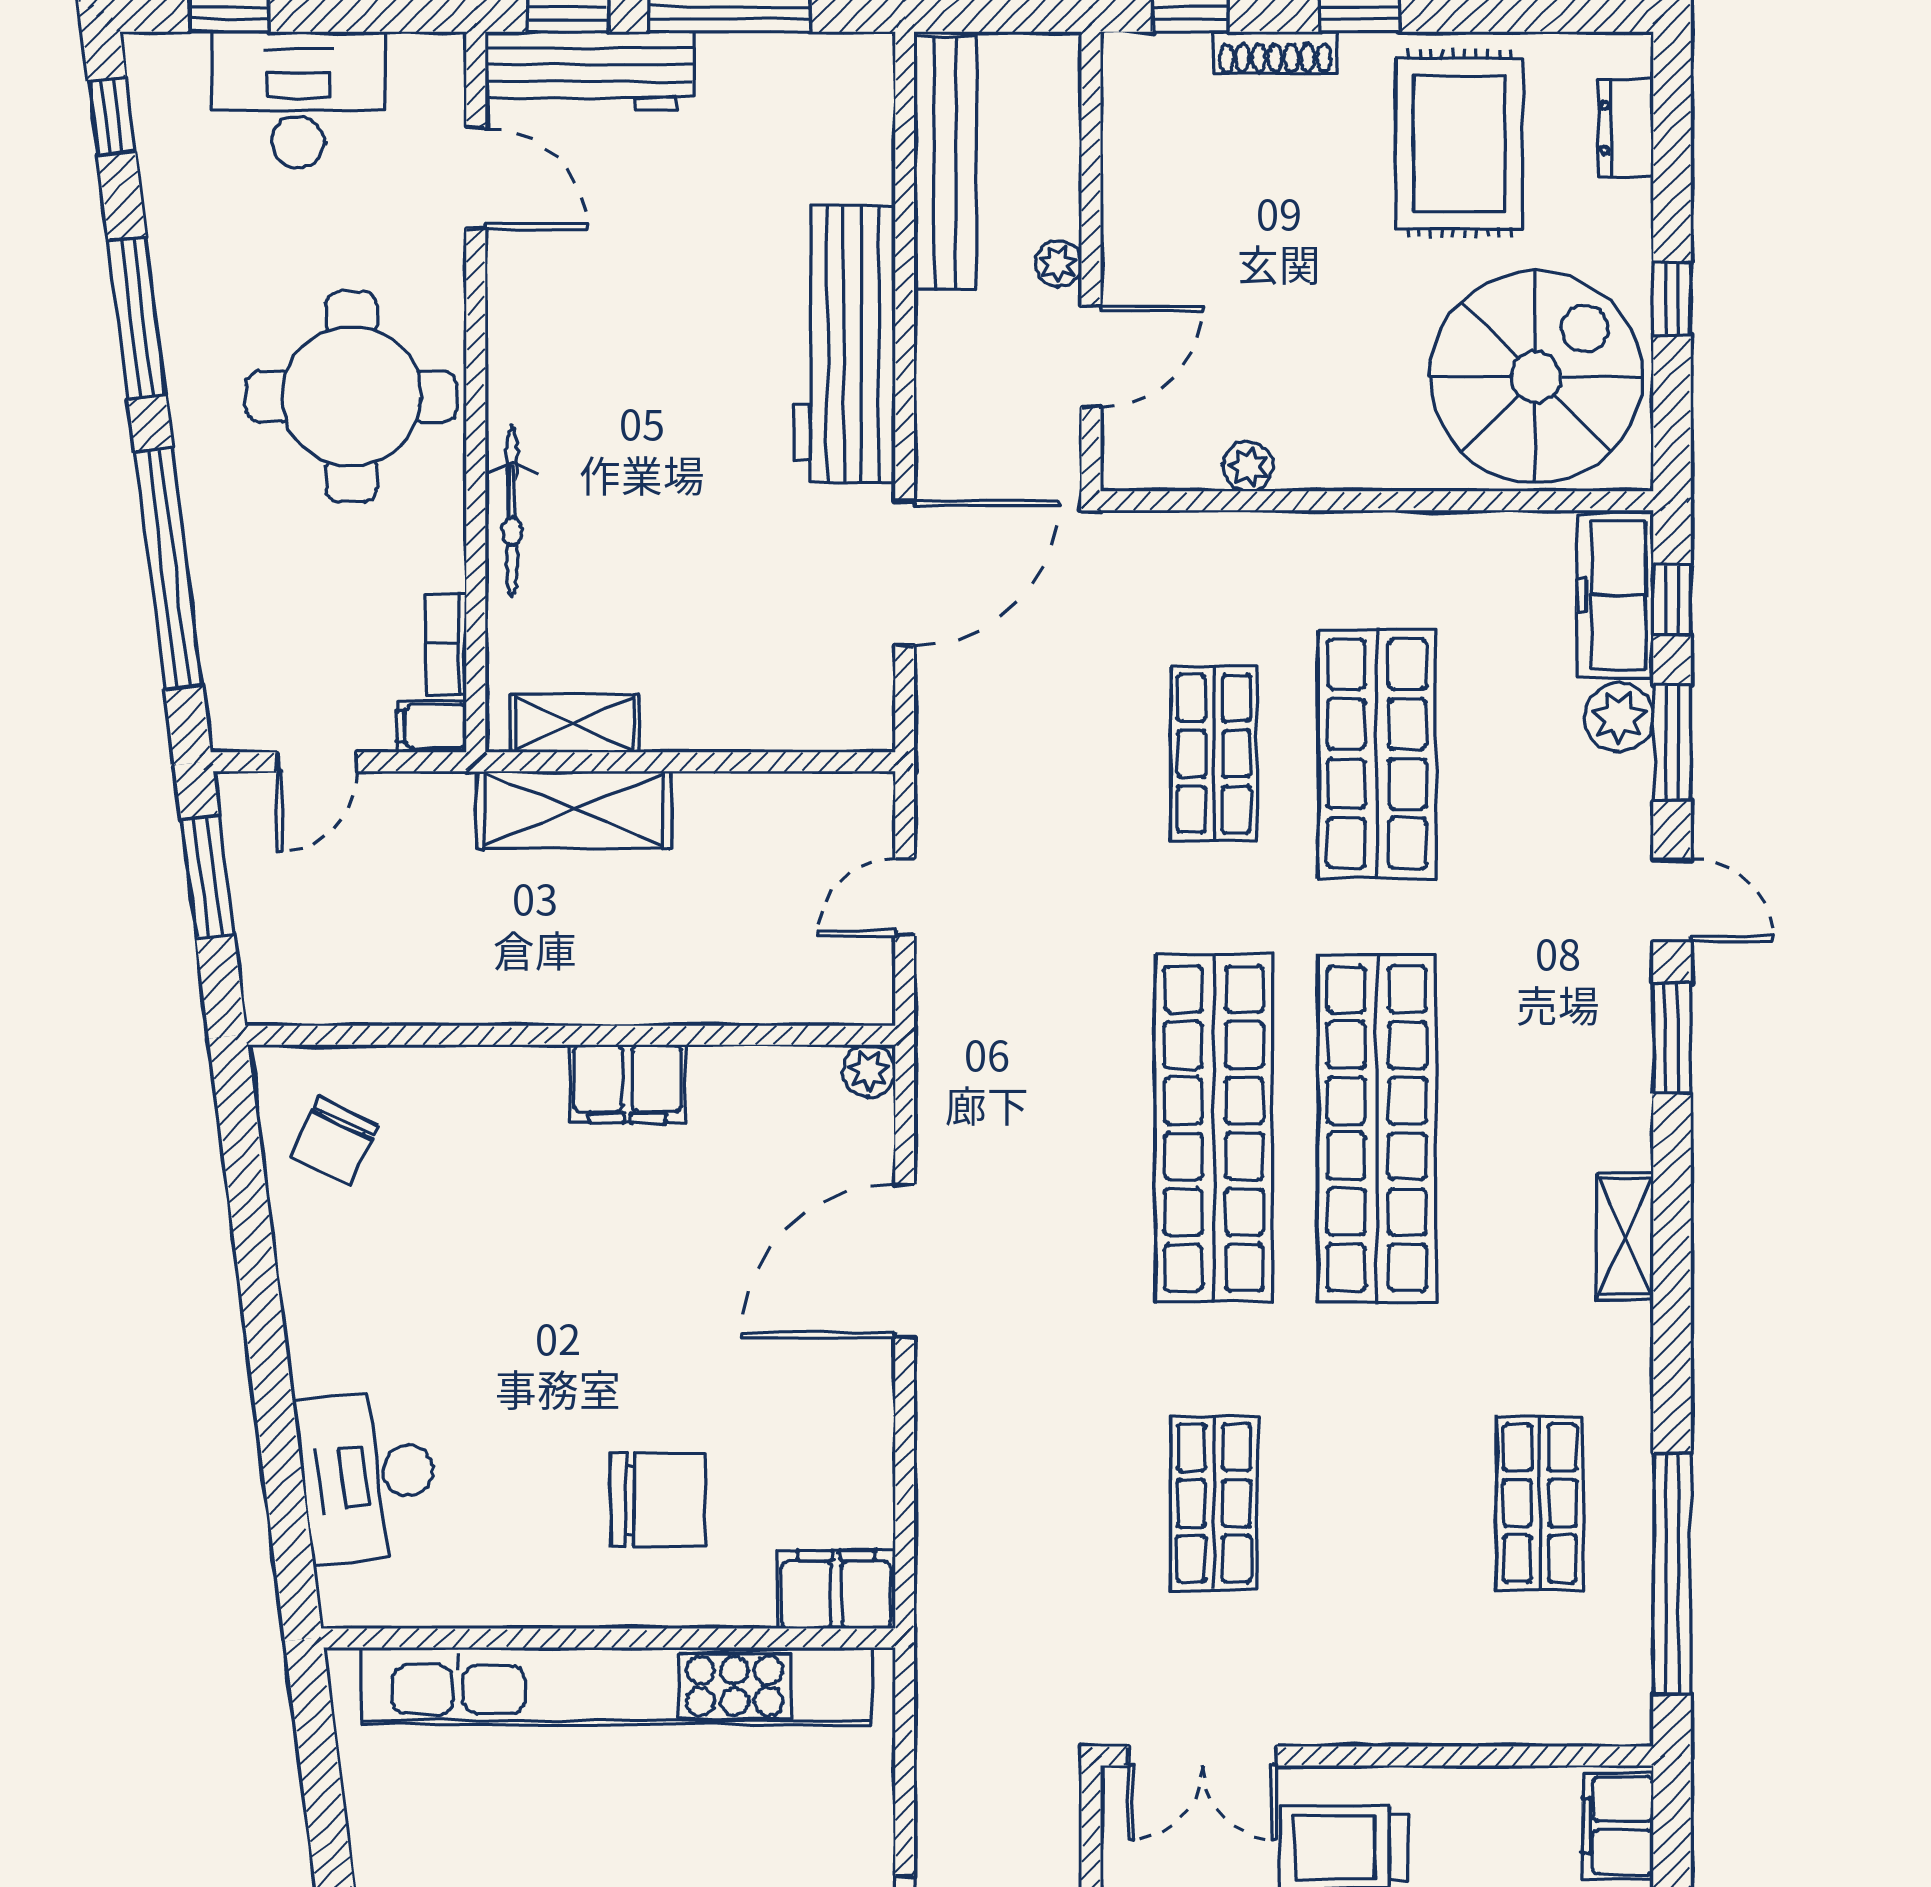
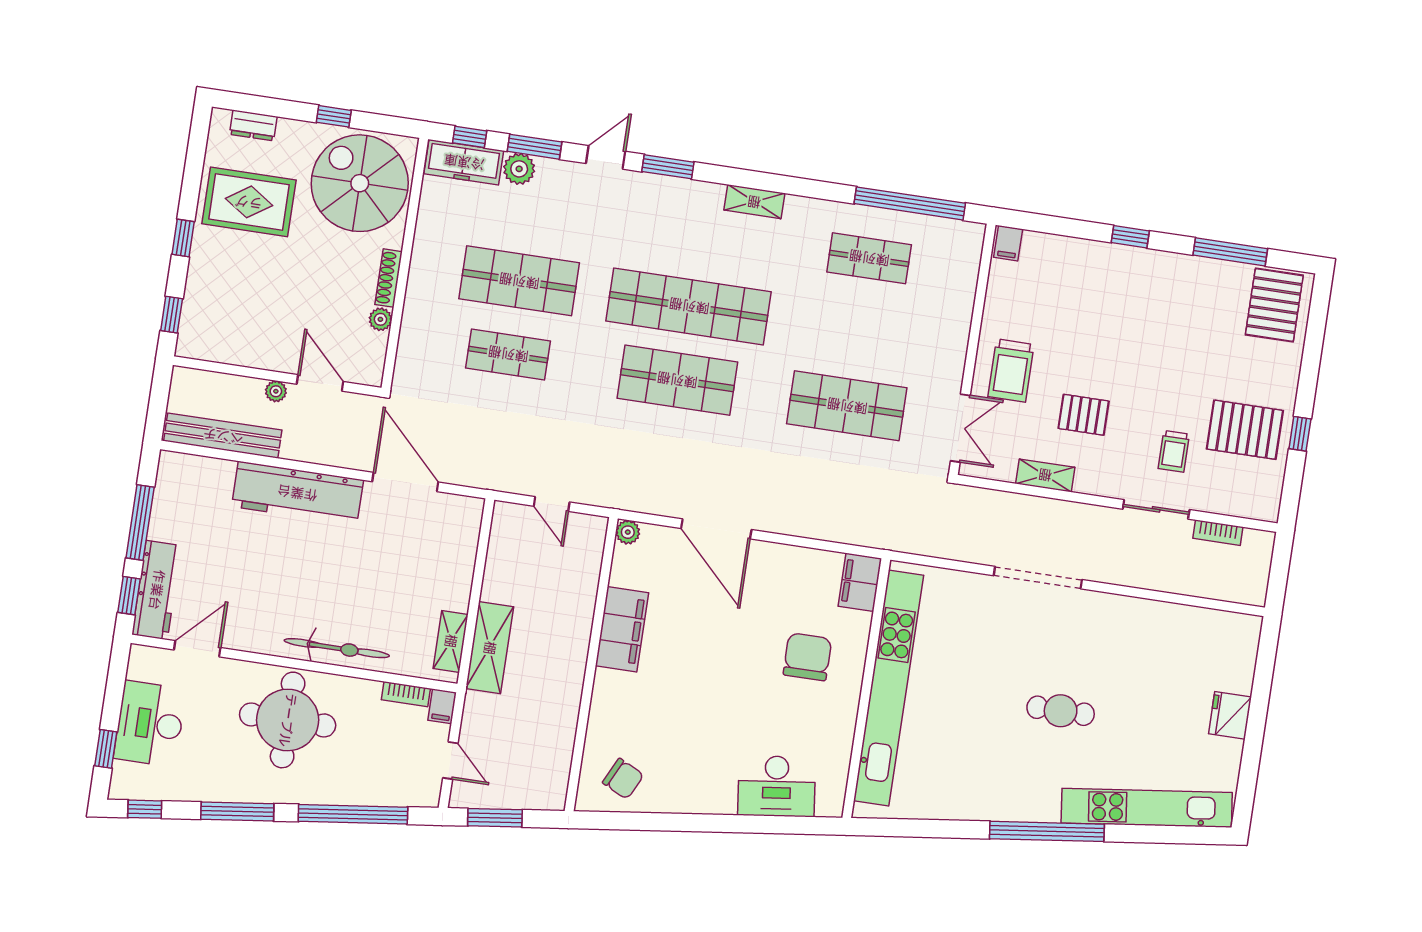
shoe rack: (1275, 53) -> (389, 278), moved, turned 180
bicycle: (512, 511) -> (337, 648), width x1.37, depth x1.40
filing cabinet: (627, 1084) -> (622, 629), width x1.50, depth x1.17
shop shelf: (1214, 1128) -> (677, 380), width x0.71
shop shelf: (1214, 1503) -> (847, 406), width x1.43, depth x1.36
filing cabinet: (1618, 1826) -> (1008, 243), width x0.50

